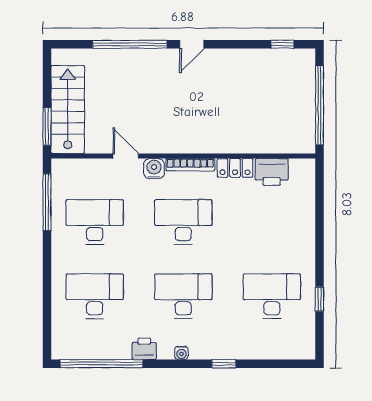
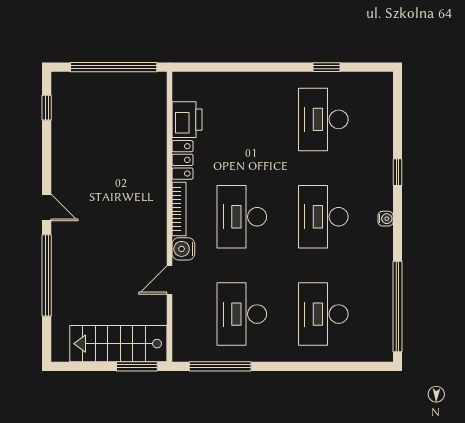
printer: (144, 349) -> (381, 260), removed

